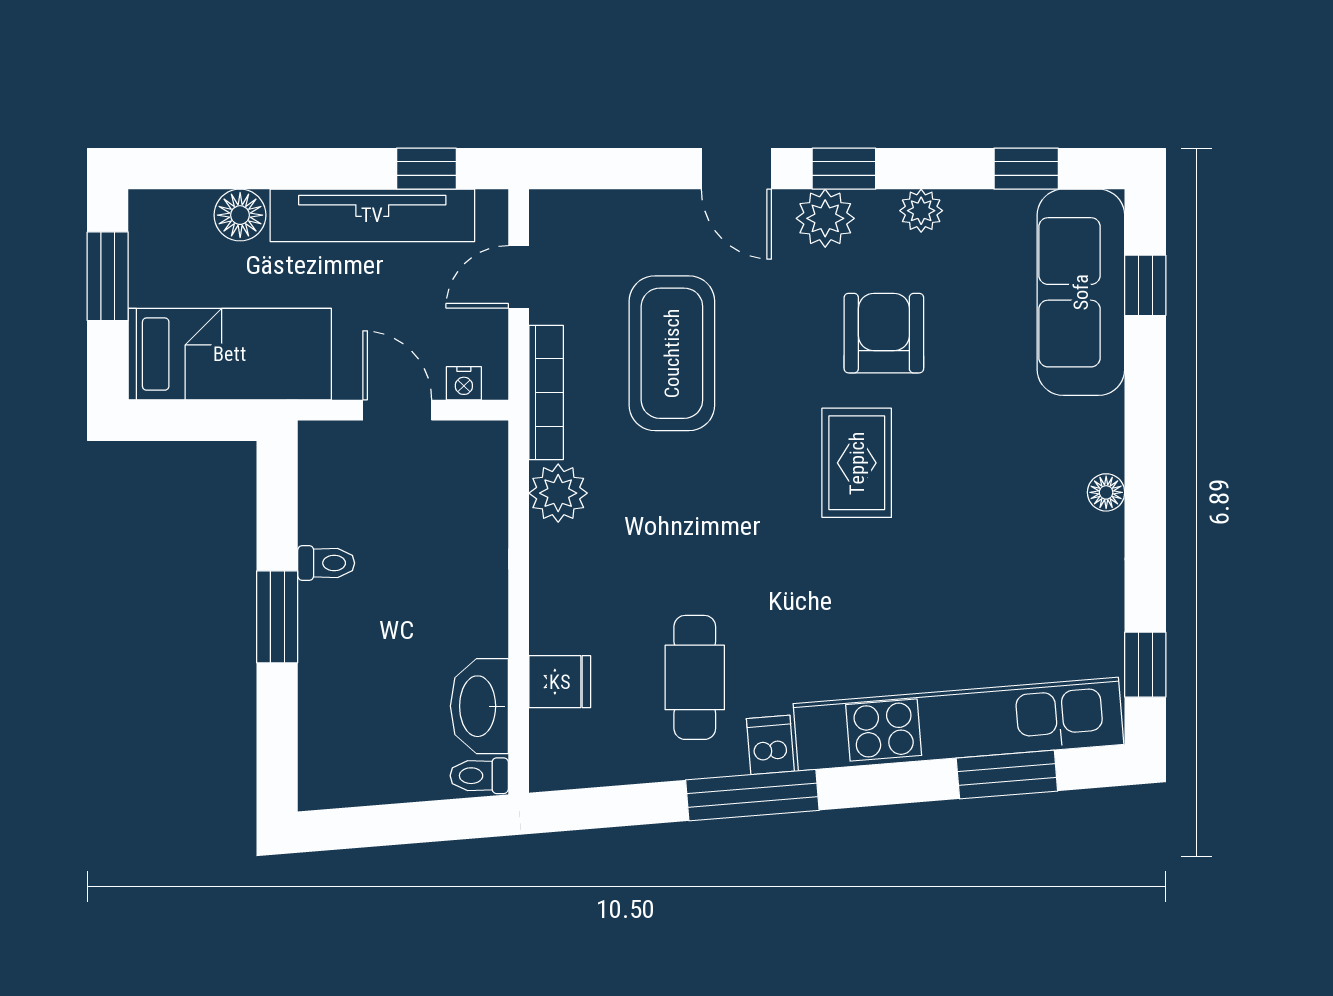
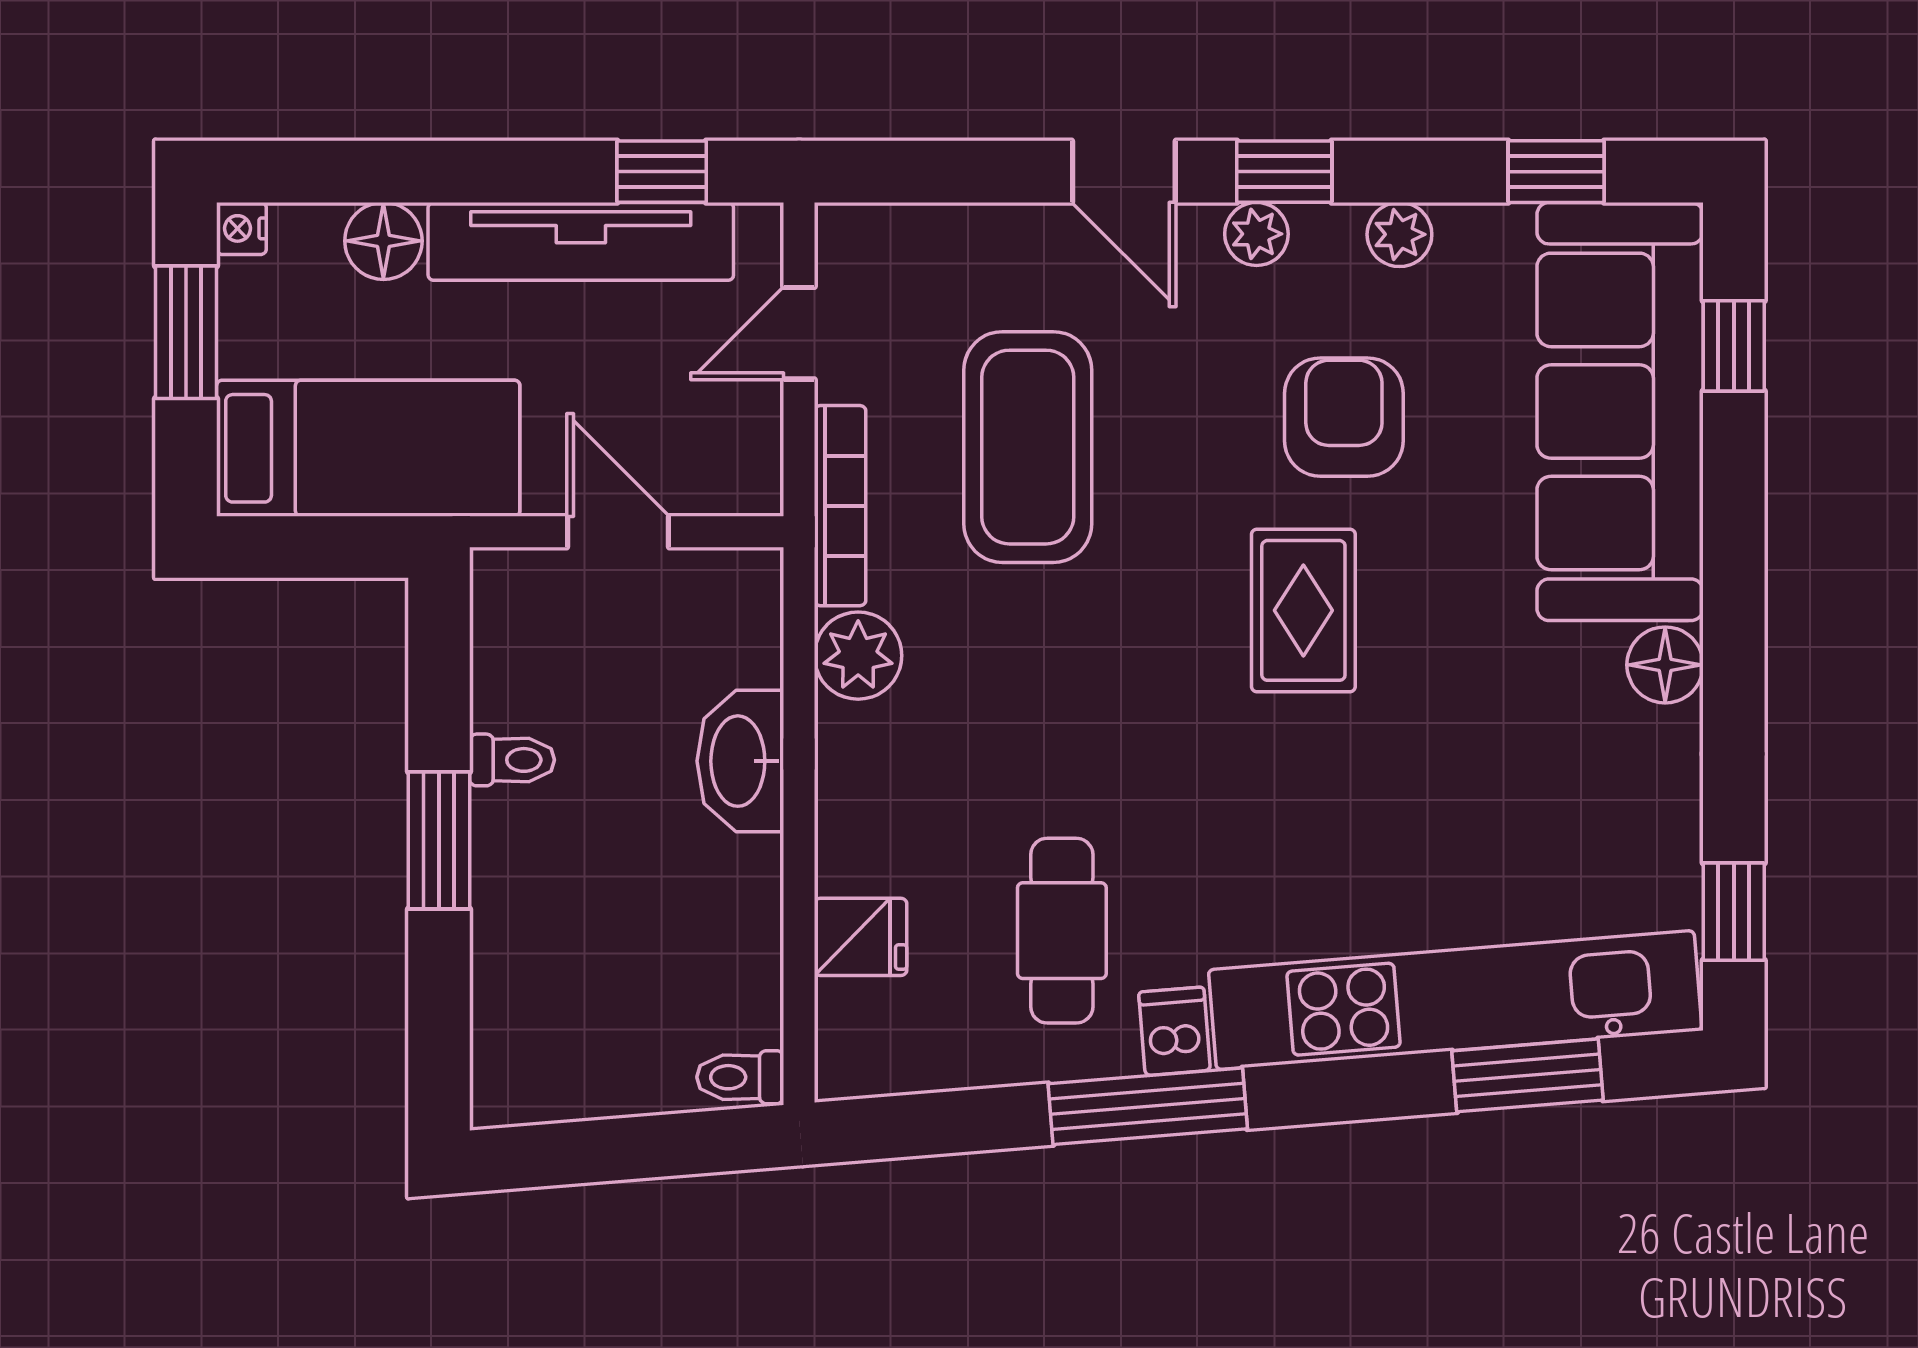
plant: (825, 218) -> (1256, 234), width x0.73, depth x0.73
sofa: (1081, 292) -> (1620, 411), width x1.36, depth x1.27
nightstand: (464, 383) -> (241, 228), moved, turned 90
floor lamp: (1106, 492) -> (1665, 665), width x1.37, depth x1.37
washbasin: (479, 706) -> (740, 761), moved

